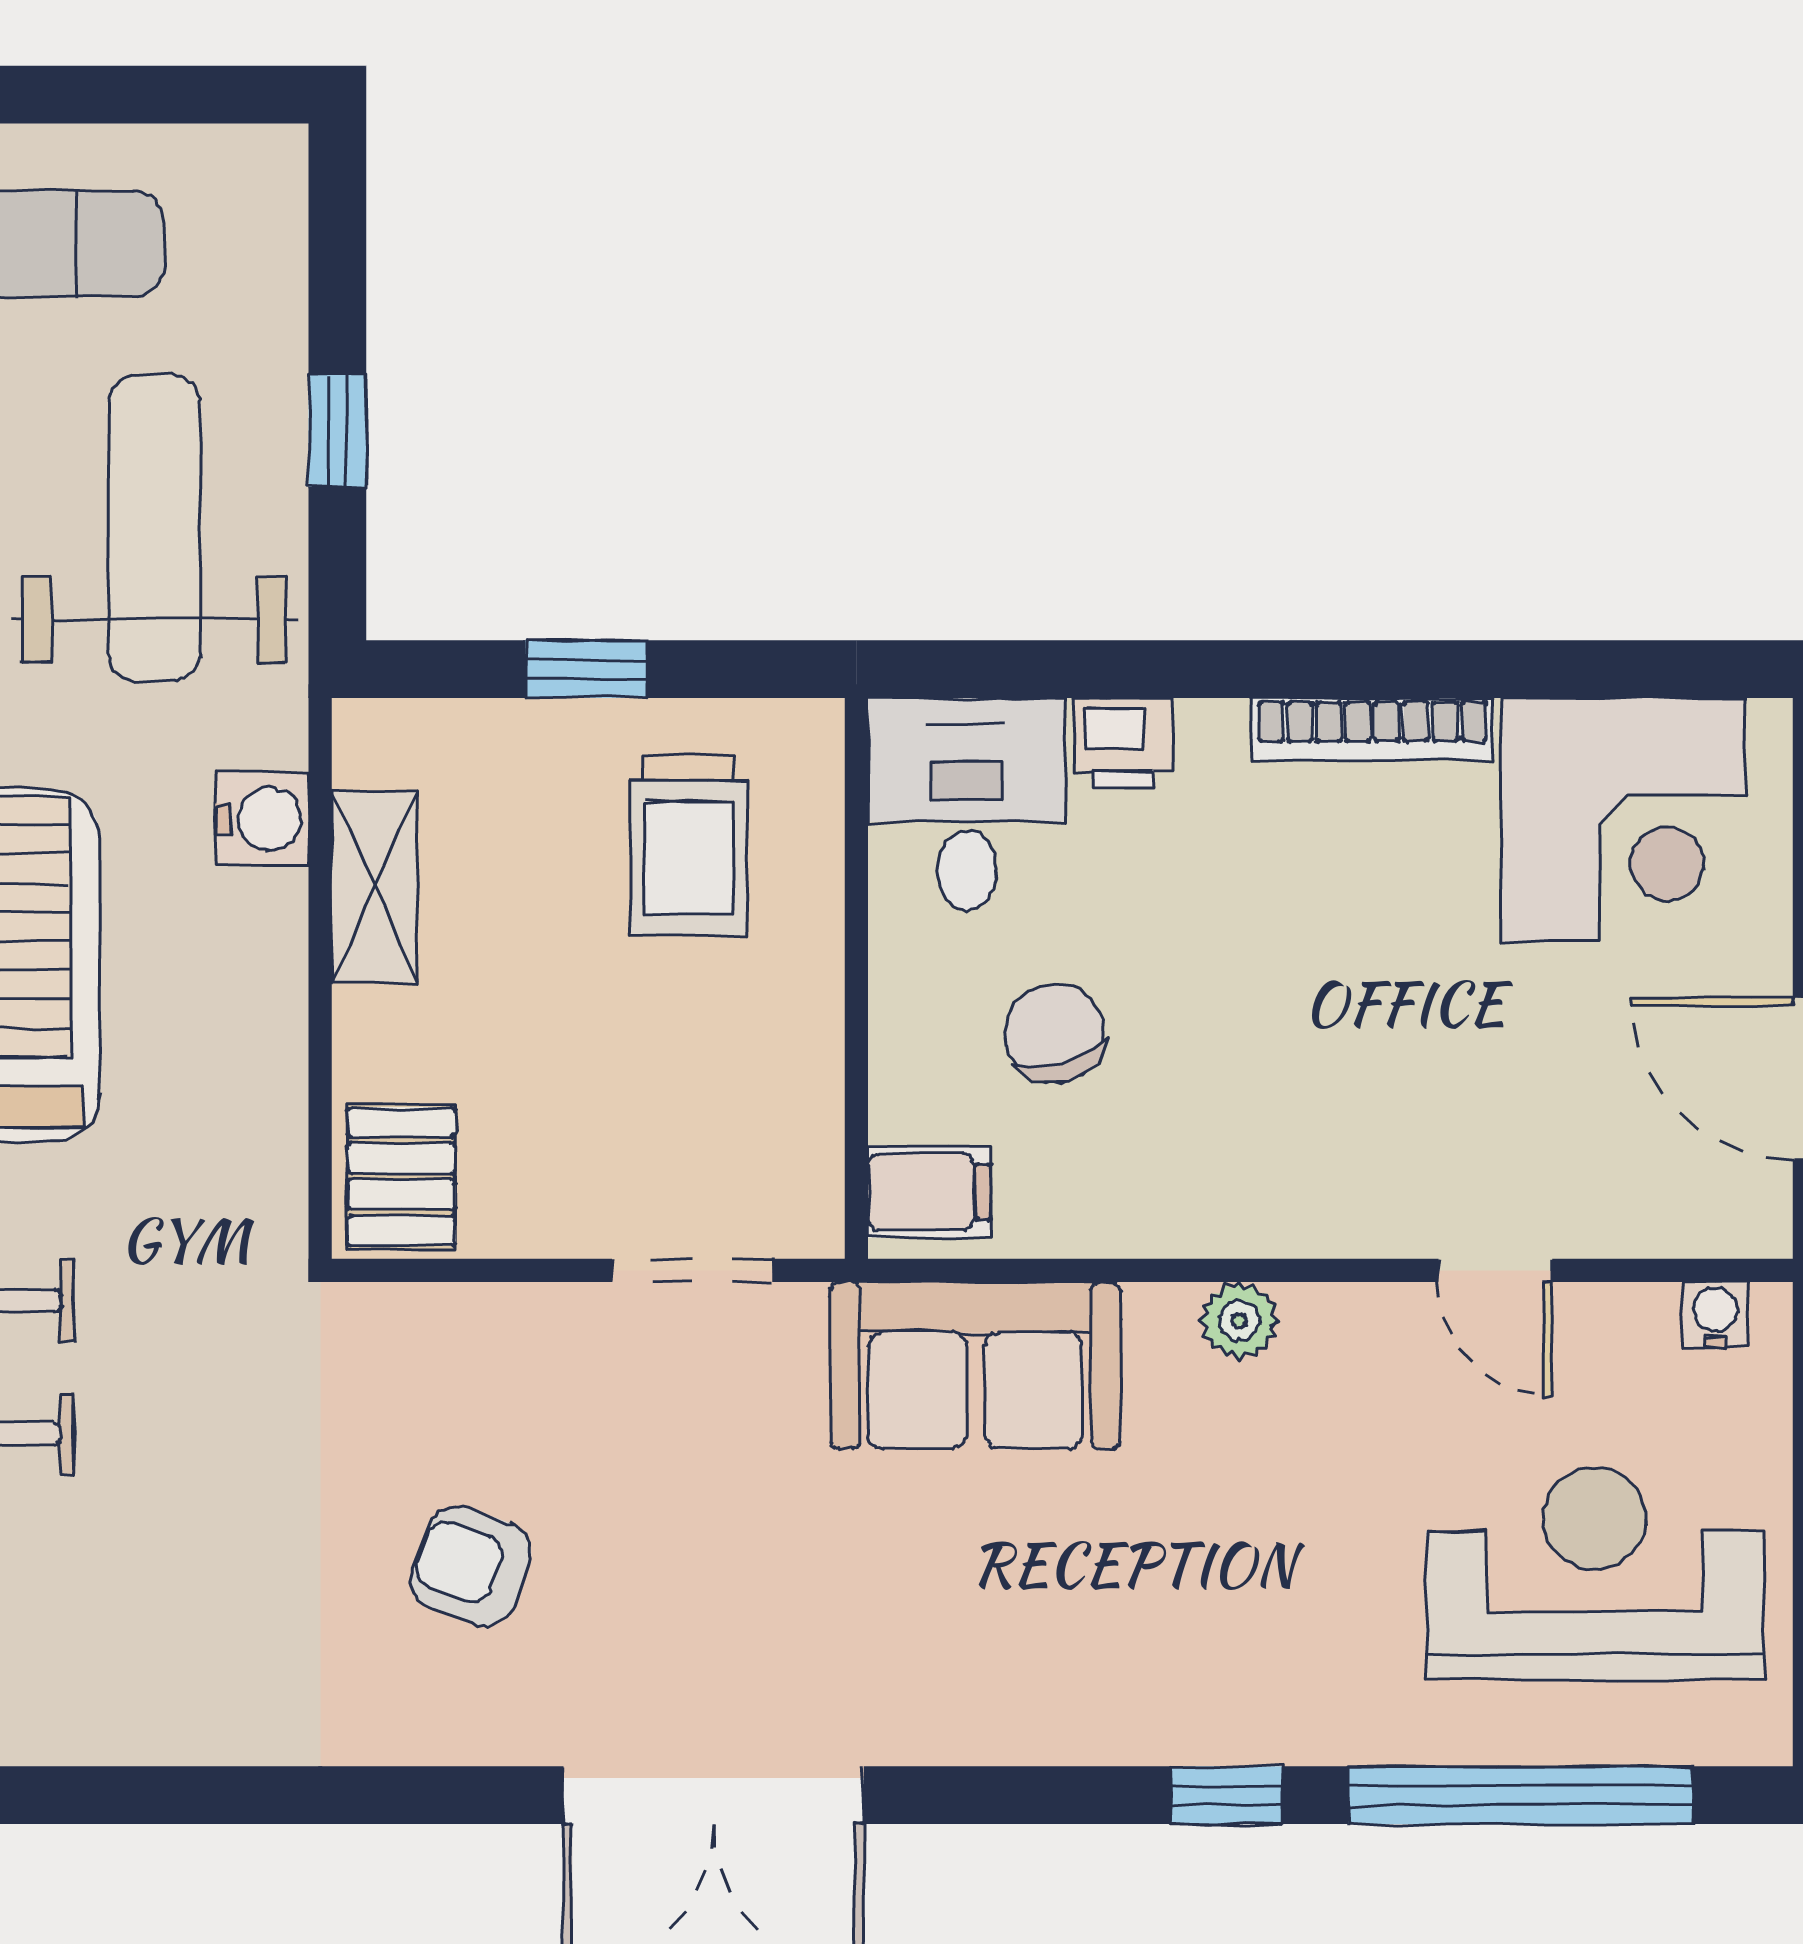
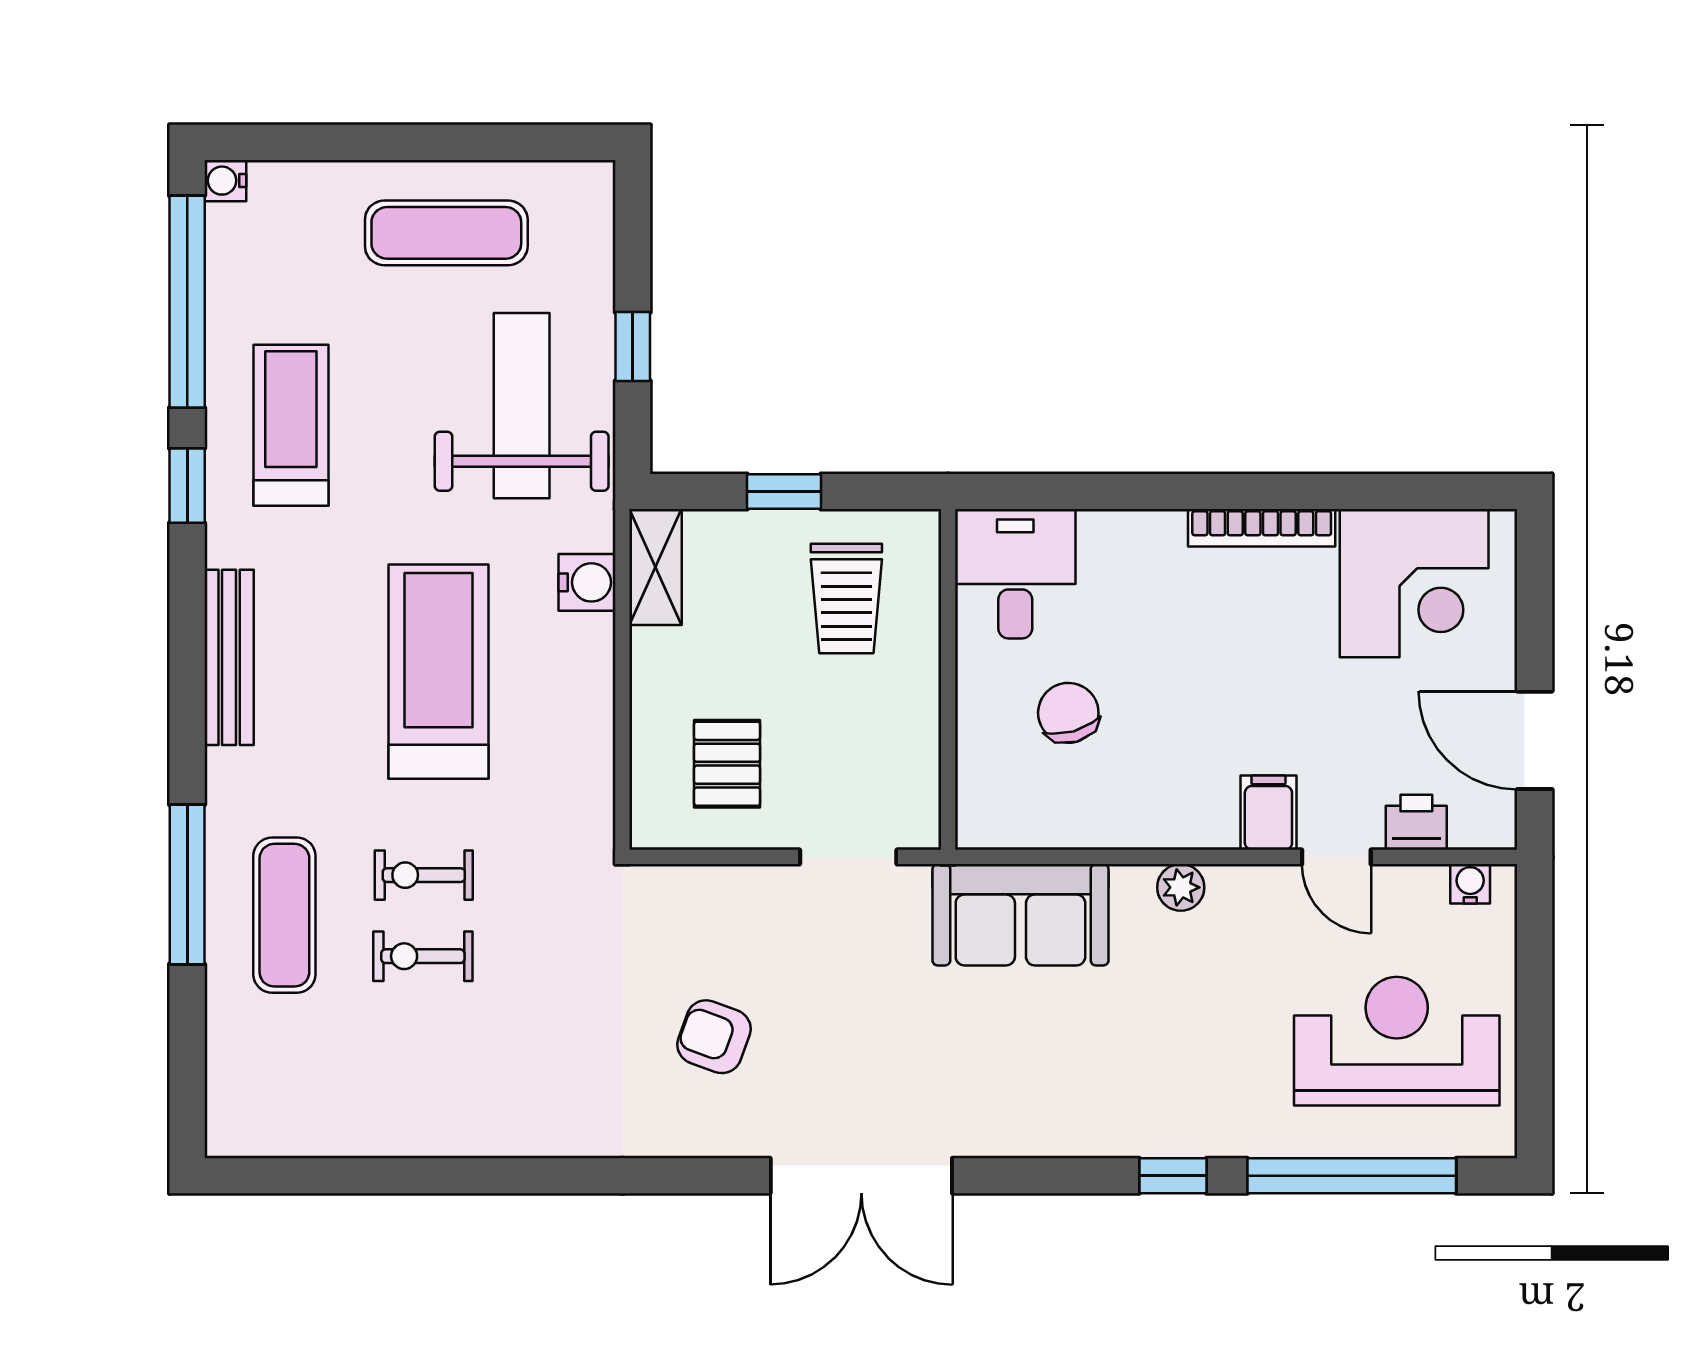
printer: (1123, 743) -> (1416, 822), moved, turned 180
shelving: (375, 887) -> (655, 567), moved
pallet: (401, 1176) -> (727, 764), moved
filing cabinet: (929, 1192) -> (1268, 813), moved, turned -90

